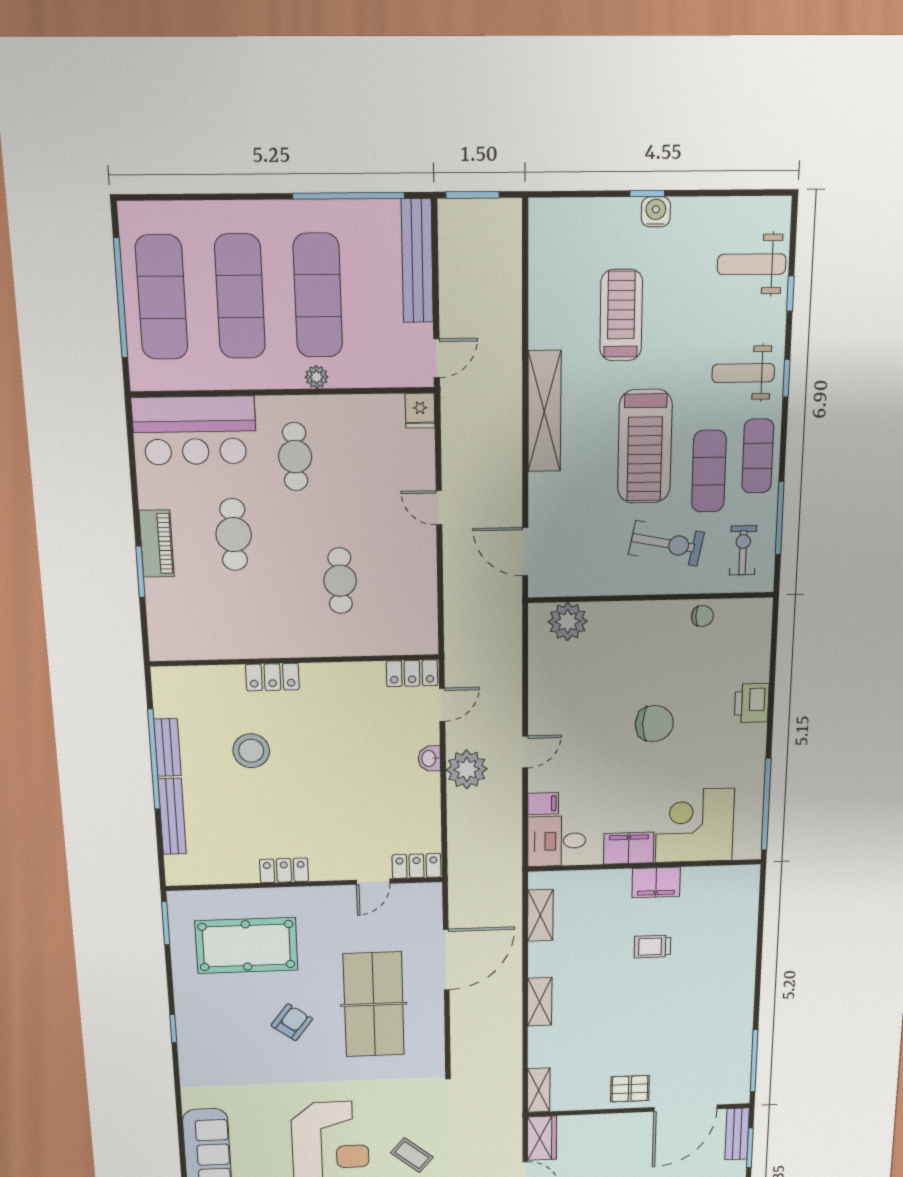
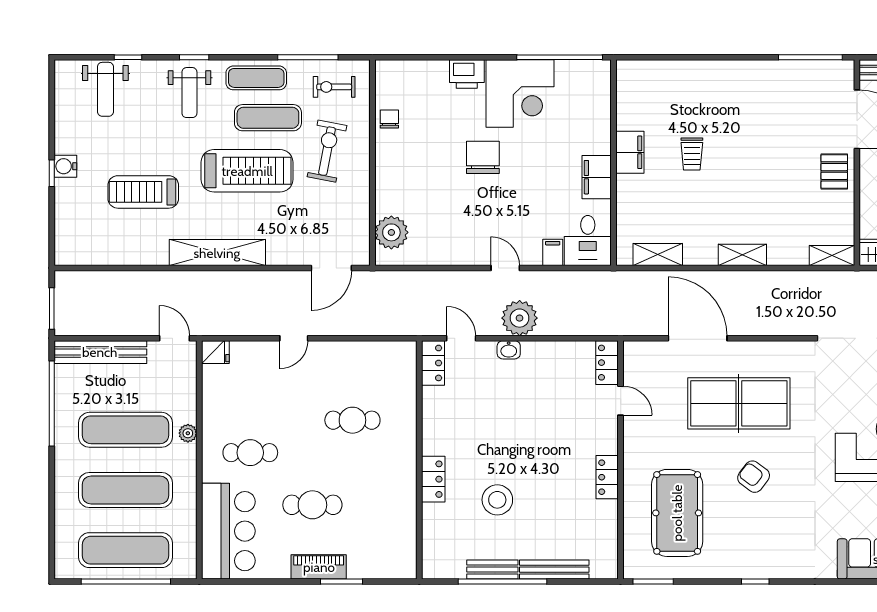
corner desk: (695, 825) -> (520, 94), moved, turned -90

